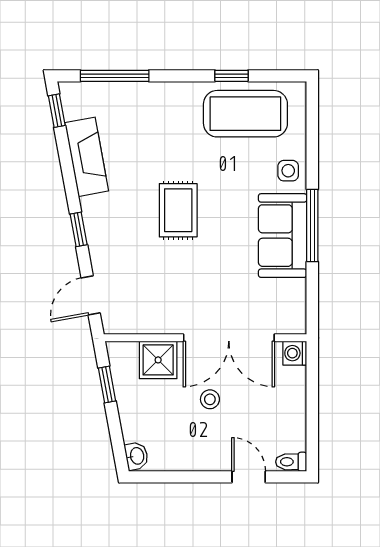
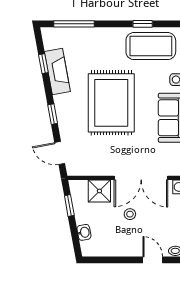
window: (57, 111) -> (43, 64), moved
rug: (178, 210) -> (111, 103), width x1.86, depth x2.06
door: (91, 295) -> (60, 153), hinge flipped
washbasin: (136, 456) -> (84, 232), moved

